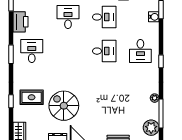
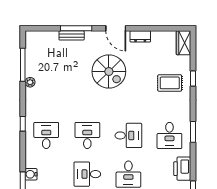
desk: (68, 51) -> (128, 135), added
desk: (104, 51) -> (87, 135), turned 90
spiral stairs: (64, 106) -> (109, 72), moved
plant: (151, 128) -> (34, 49), removed

